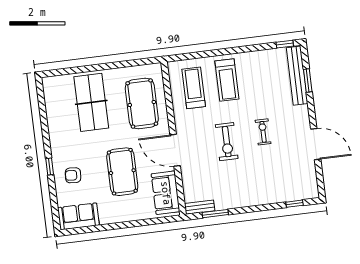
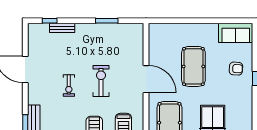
sofa: (166, 193) -> (159, 44), removed
bench: (200, 207) -> (62, 28), moved
window: (215, 214) -> (107, 21), moved

